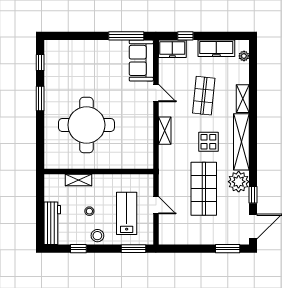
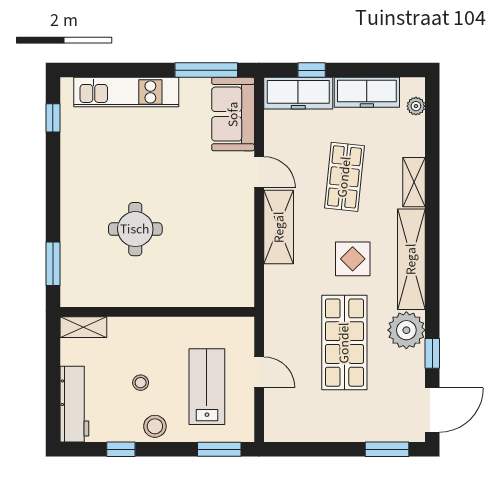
kitchen unit: (81, 48) -> (126, 92), added
freezer: (172, 49) -> (298, 93), width x1.40
window: (40, 99) -> (53, 264), moved
round table: (86, 125) -> (135, 229), width x0.54, depth x0.54
shelving: (165, 131) -> (279, 227), width x1.50, depth x1.33
shelving: (78, 180) -> (83, 327), moved

